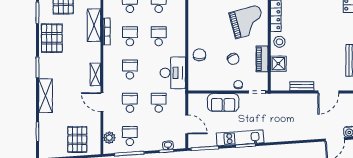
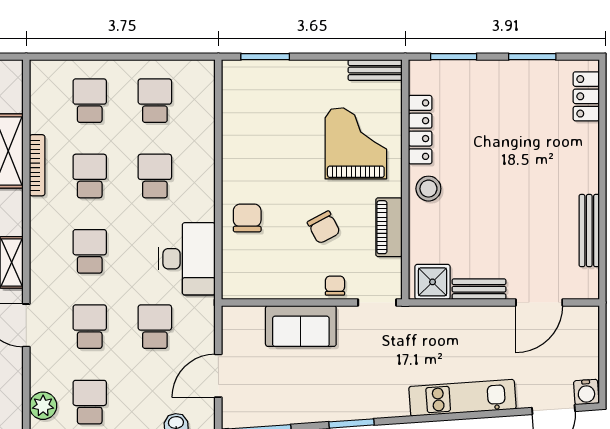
grand piano: (247, 22) -> (356, 143), turned -75
shower: (278, 64) -> (433, 282), moved
door: (187, 124) -> (218, 376), swing flipped
kitchen unit: (240, 138) -> (462, 398), moved

